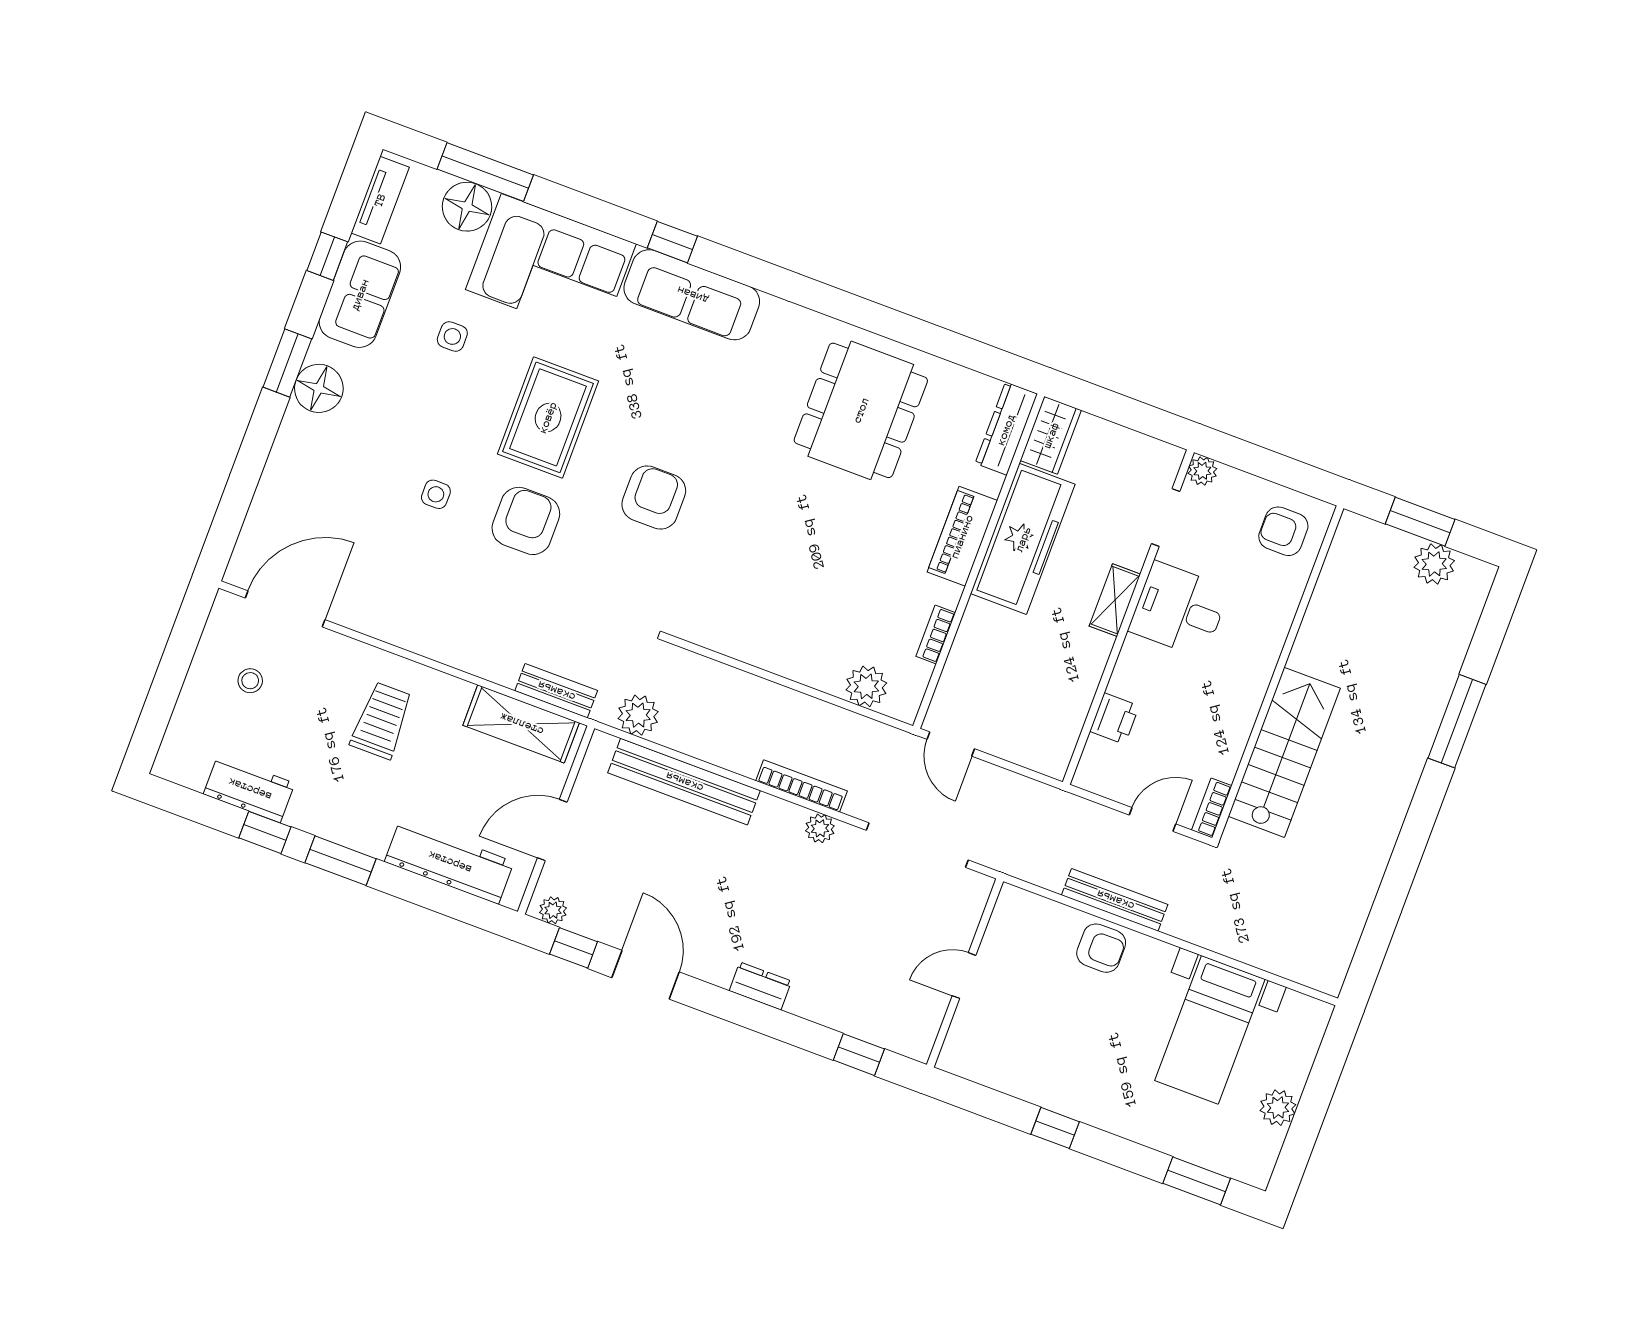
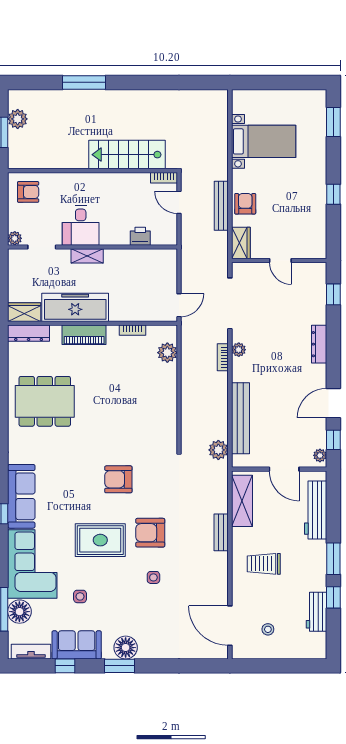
armchair: (1283, 531) -> (28, 192), turned -90
bench: (556, 691) -> (221, 532), moved
bookcase: (802, 786) -> (223, 357), width x0.64
wardrobe: (1028, 911) -> (241, 243), added
dresser: (760, 986) -> (319, 344), width x1.44
plant: (1278, 1108) -> (287, 98), removed

